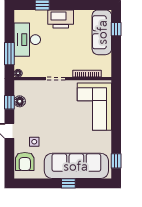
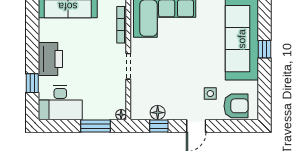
desk: (27, 40) -> (60, 103), moved

